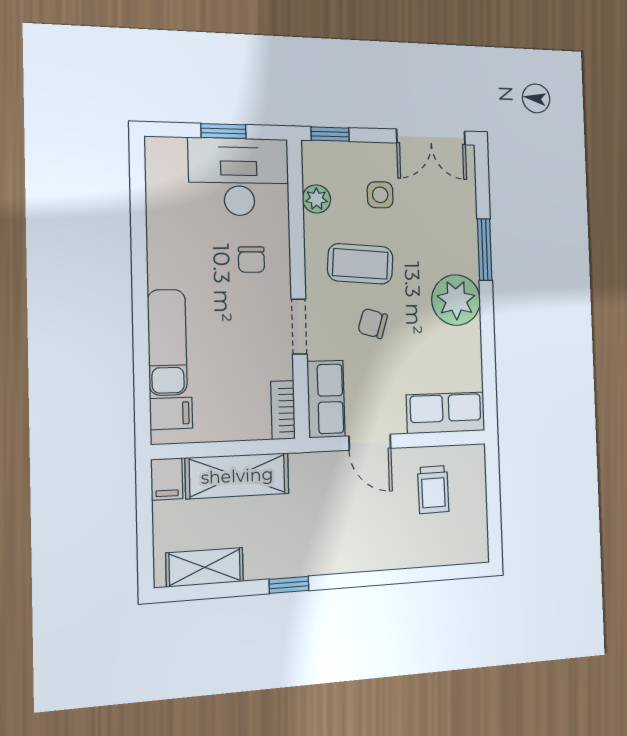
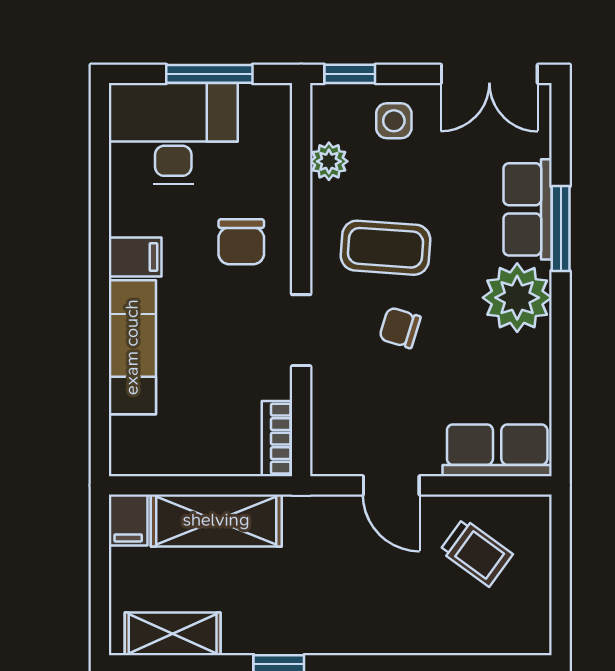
window: (223, 131) -> (209, 74), width x1.50
desk: (239, 177) -> (173, 133), moved
side table: (380, 195) -> (394, 121), moved
chair: (251, 260) -> (241, 242), width x1.37, depth x1.37
row of seats: (326, 399) -> (528, 209), moved, turned 180
filing cabinet: (171, 413) -> (135, 257), moved
trolley: (433, 490) -> (476, 552), turned -53

